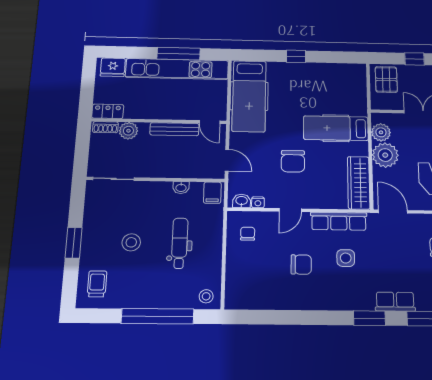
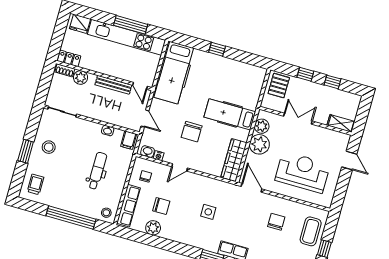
row of seats: (339, 221) -> (128, 206), moved, turned -90
stool: (131, 242) -> (49, 147), moved
chair: (301, 265) -> (161, 206), moved
plant: (277, 300) -> (153, 228), added

